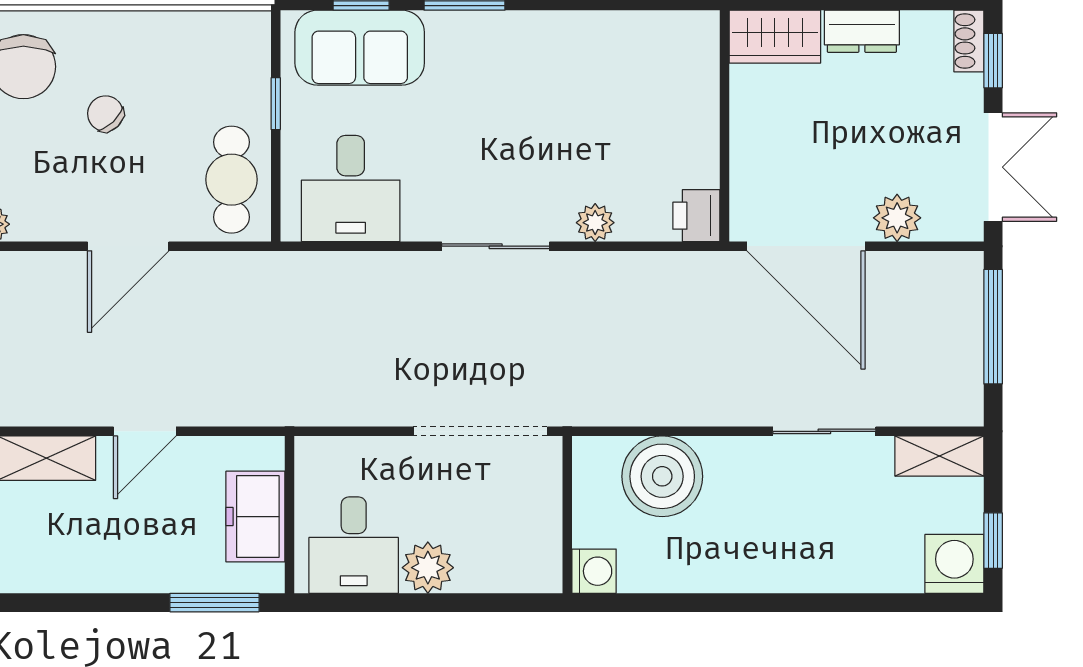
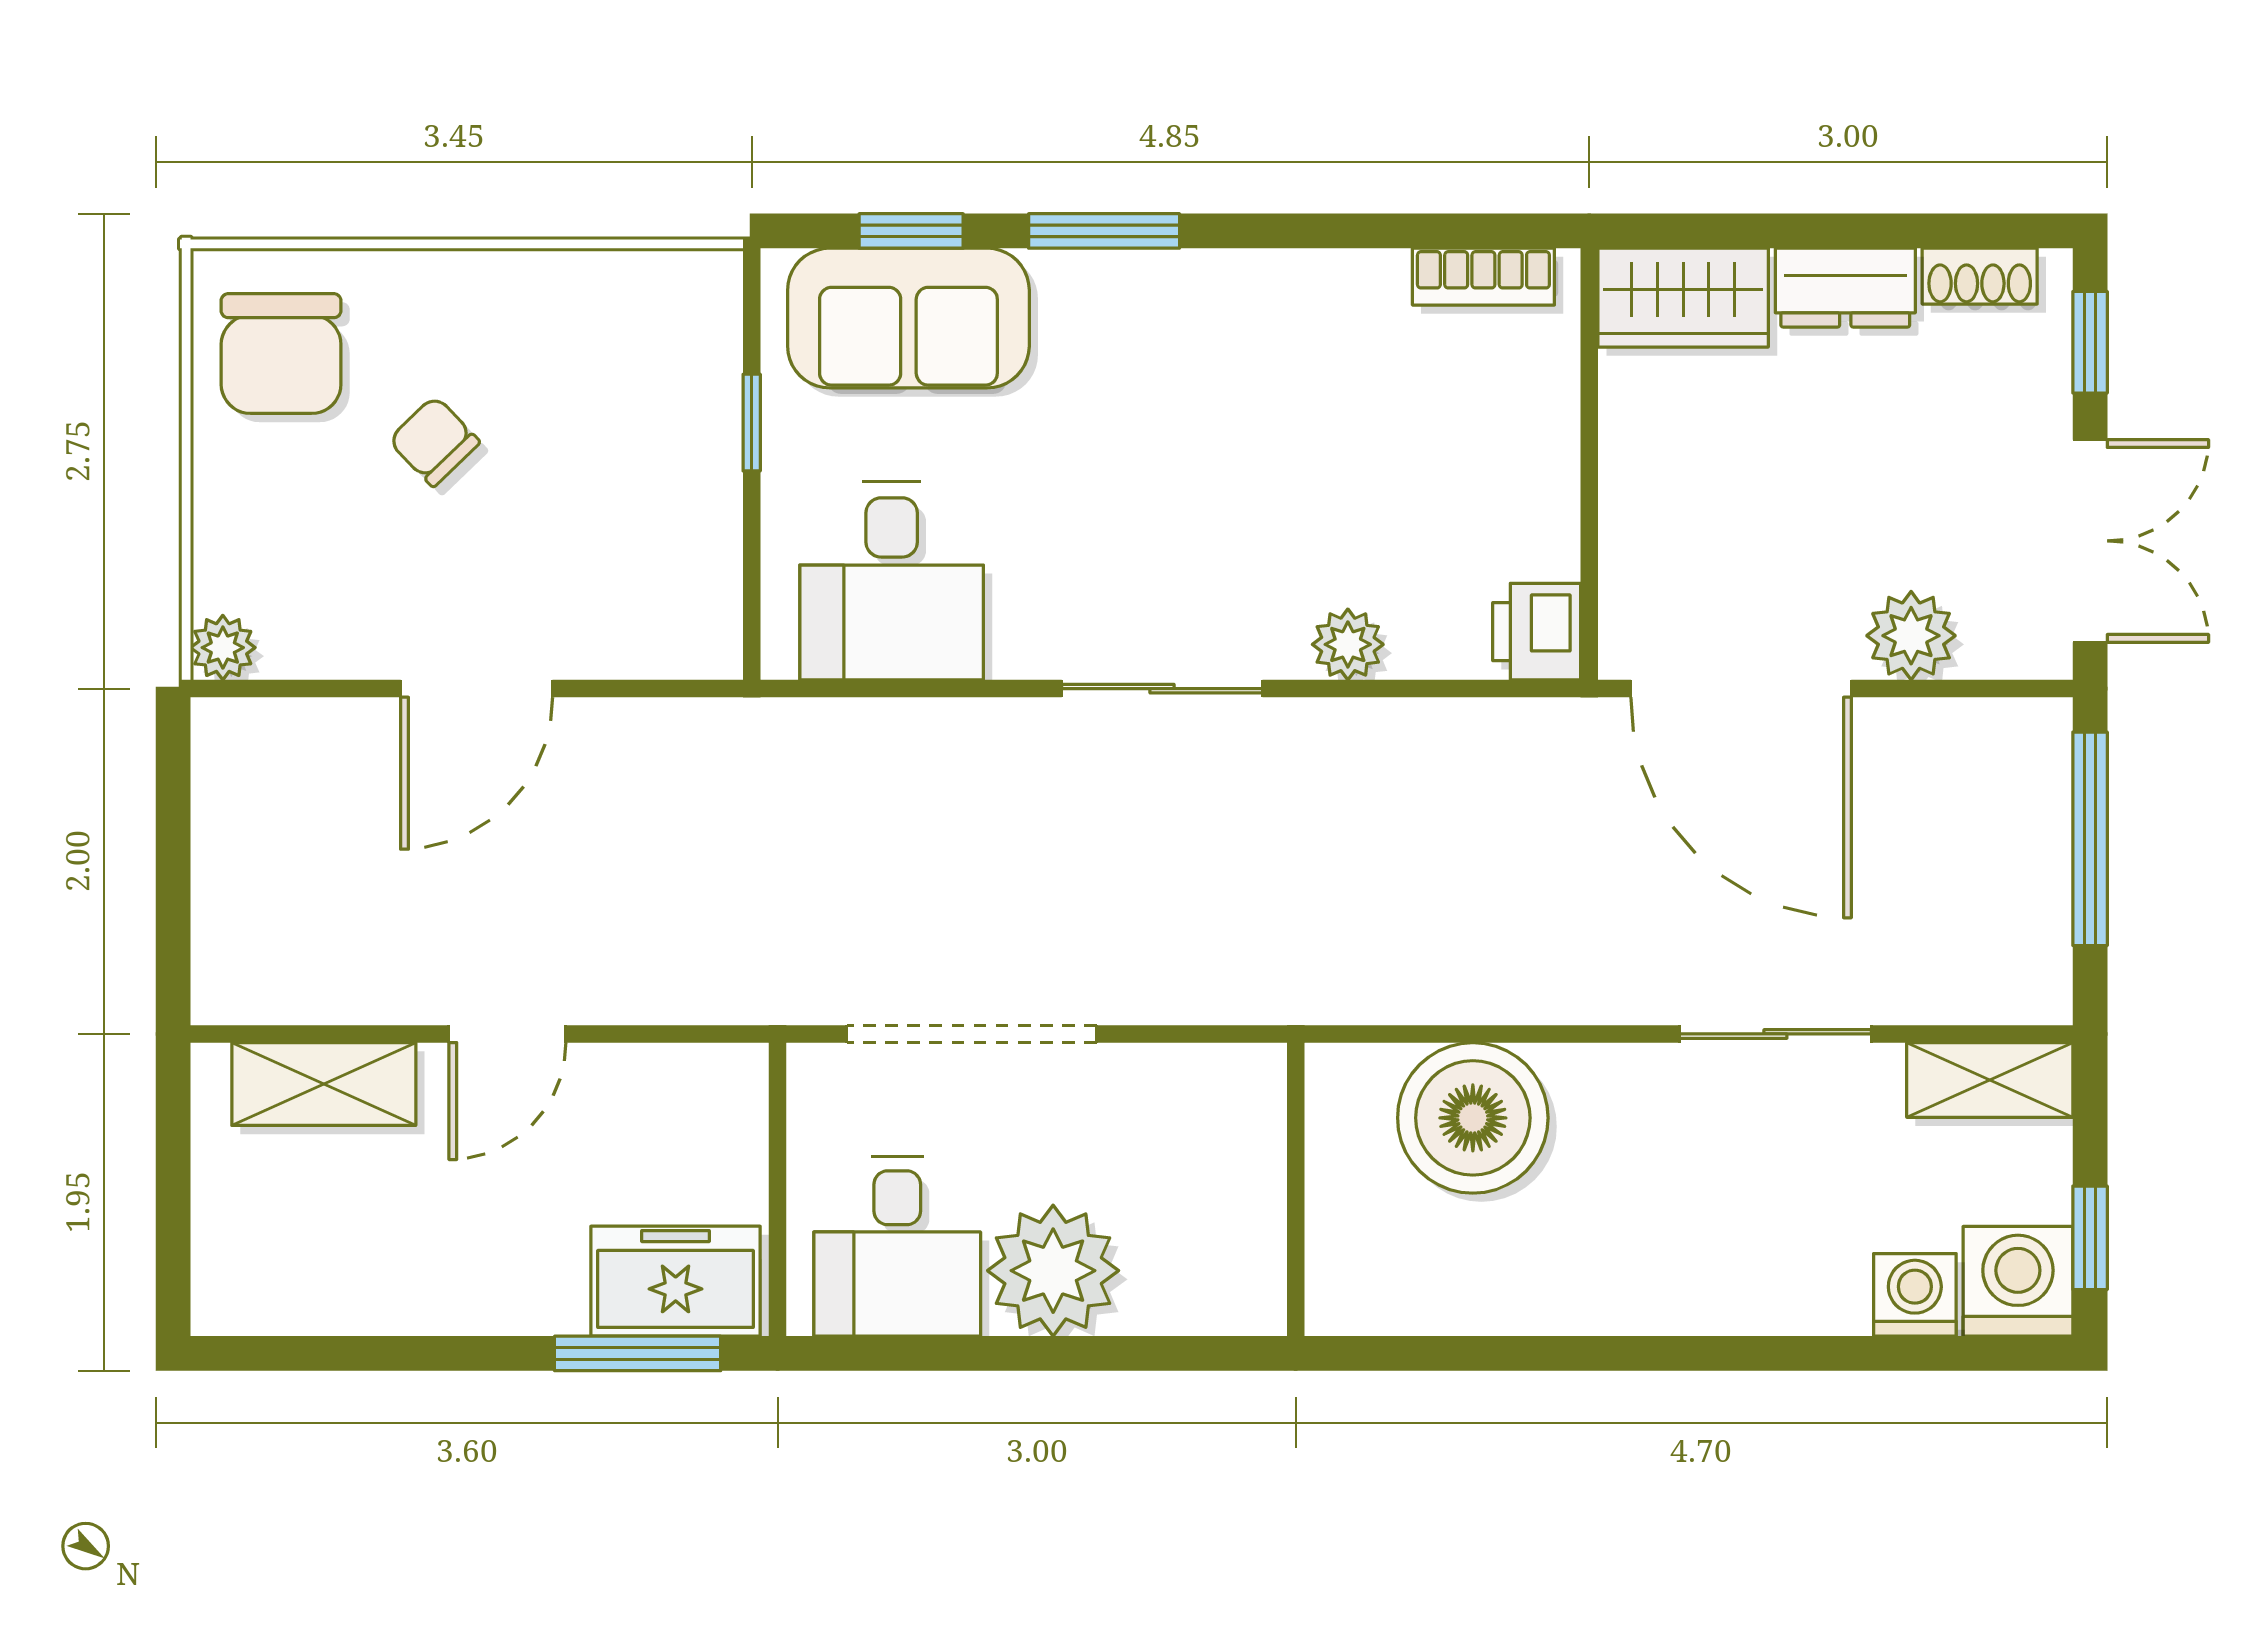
bookcase: (668, 25) -> (1483, 277), added
shoe rack: (969, 41) -> (1980, 276), moved, turned -90
cafe table: (231, 180) -> (669, 564), removed
doorway: (480, 431) -> (972, 1034), moved
freezer: (255, 517) -> (676, 1281), moved, turned 90
plant: (428, 568) -> (1053, 1271), width x1.36, depth x1.36
washing machine: (594, 571) -> (1915, 1295), moved, turned -90

